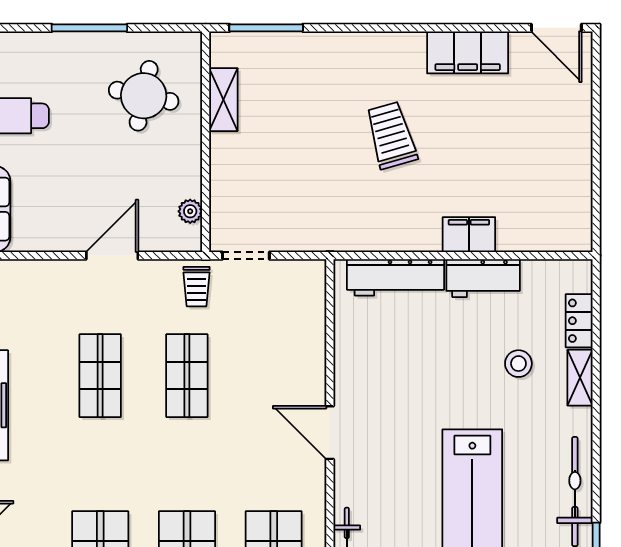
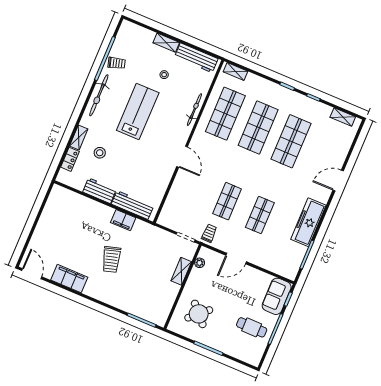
round table: (144, 96) -> (199, 314), turned 35
shelving: (223, 100) -> (181, 271), moved
filing cabinet: (469, 235) -> (123, 220), moved

